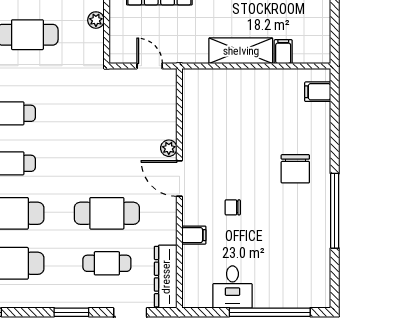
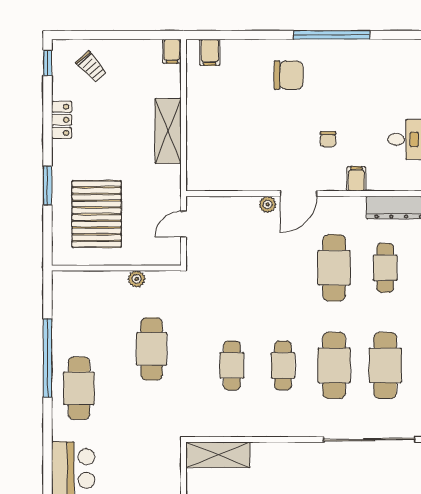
filing cabinet: (283, 52) -> (172, 51), moved, turned -90

